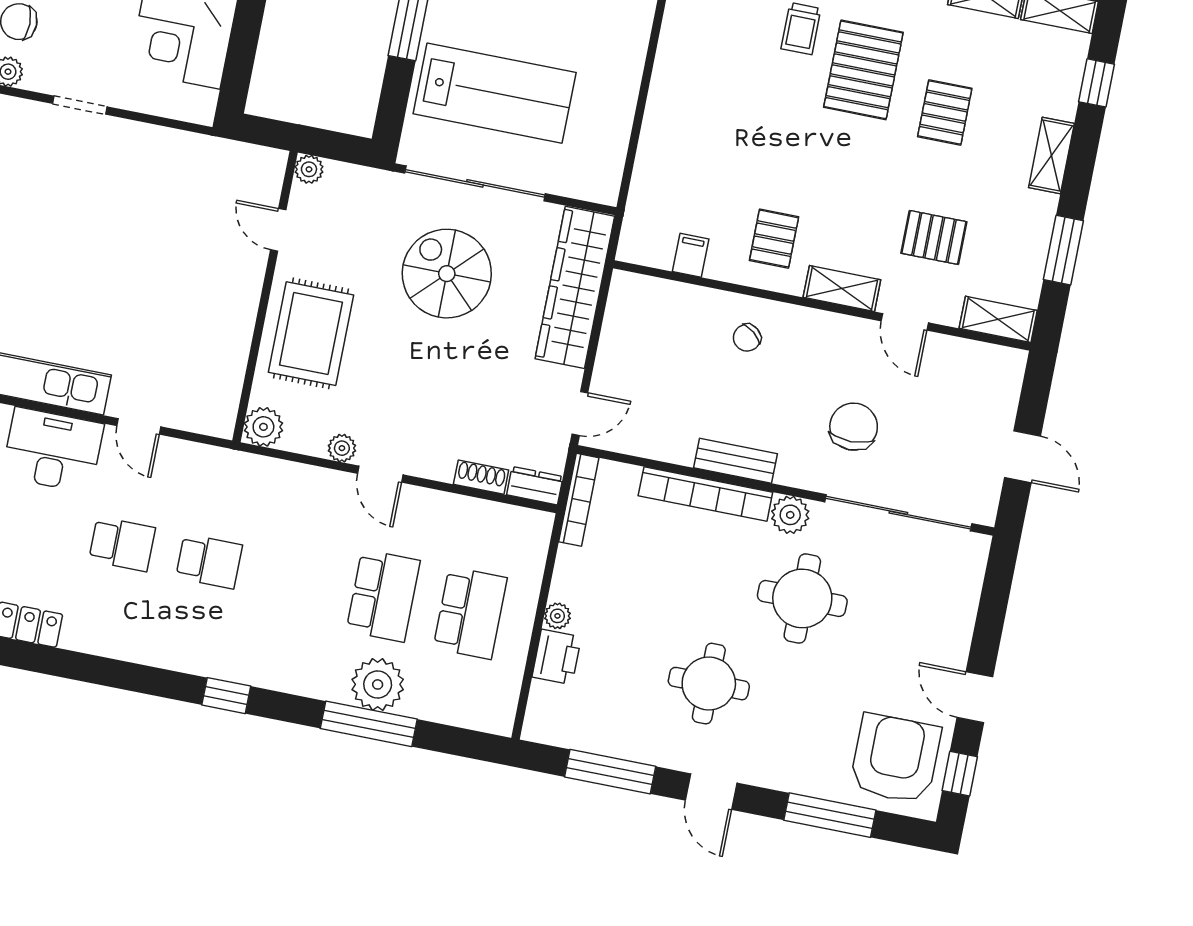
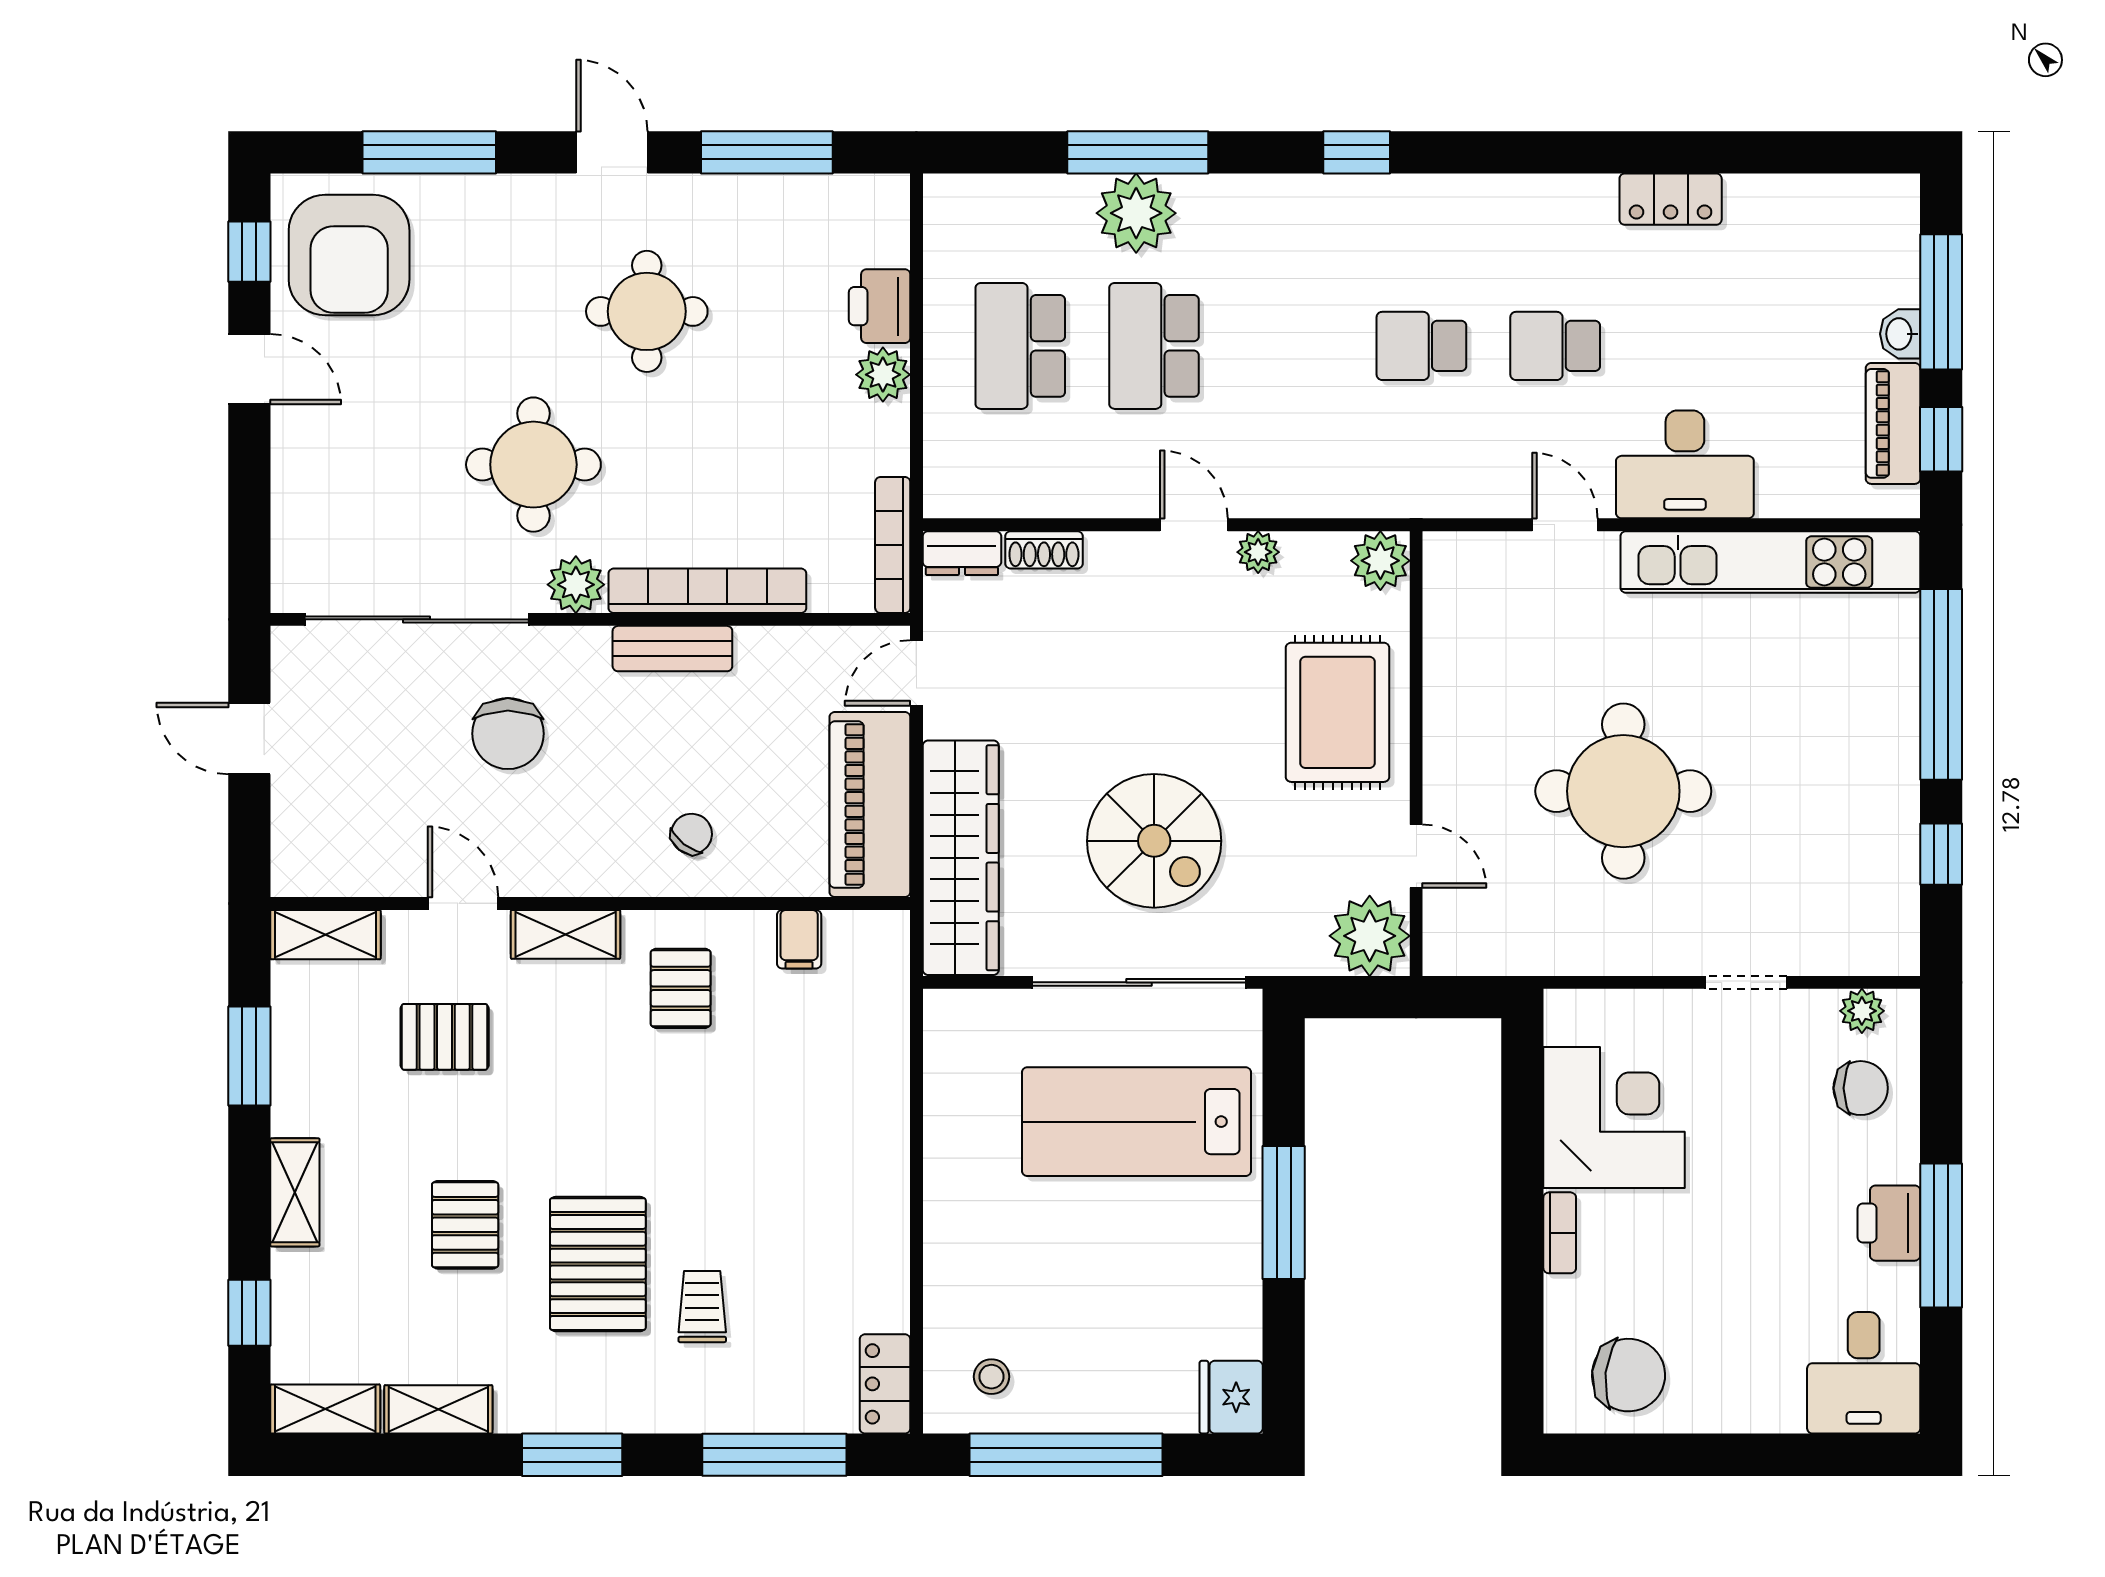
plant: (309, 169) -> (1370, 936), width x1.88, depth x1.88
round table: (135, 245) -> (1623, 791), added
piano: (627, 334) -> (870, 805), added
plant: (557, 616) -> (883, 375), width x1.38, depth x1.38

